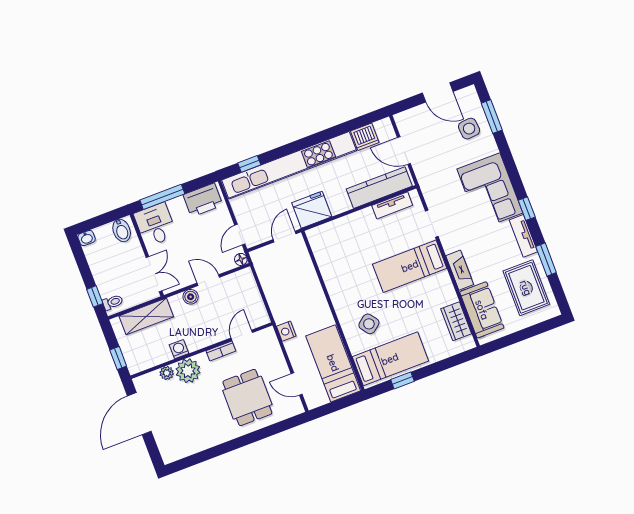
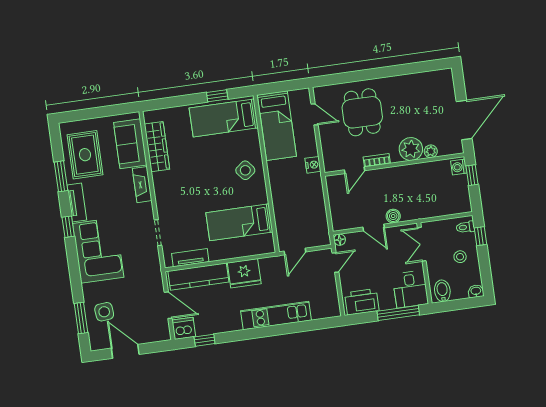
dishwasher: (365, 137) -> (184, 328), moved
window: (249, 164) -> (205, 340), moved
kitchen unit: (289, 165) -> (276, 316), width x0.54
fridge: (312, 210) -> (244, 273), moved
bed: (410, 266) -> (239, 222), moved, turned 180
stool: (111, 270) -> (460, 257), added
shelving: (146, 316) -> (438, 207), removed
wardrobe: (456, 321) -> (157, 147), width x1.50
side table: (369, 324) -> (245, 170), moved
washing machine: (179, 349) -> (459, 167), moved, turned 90

